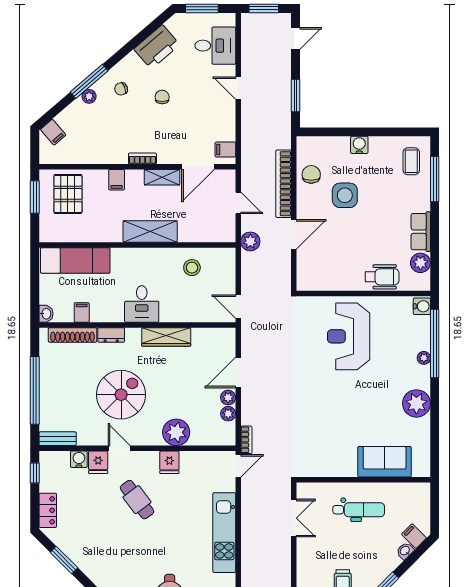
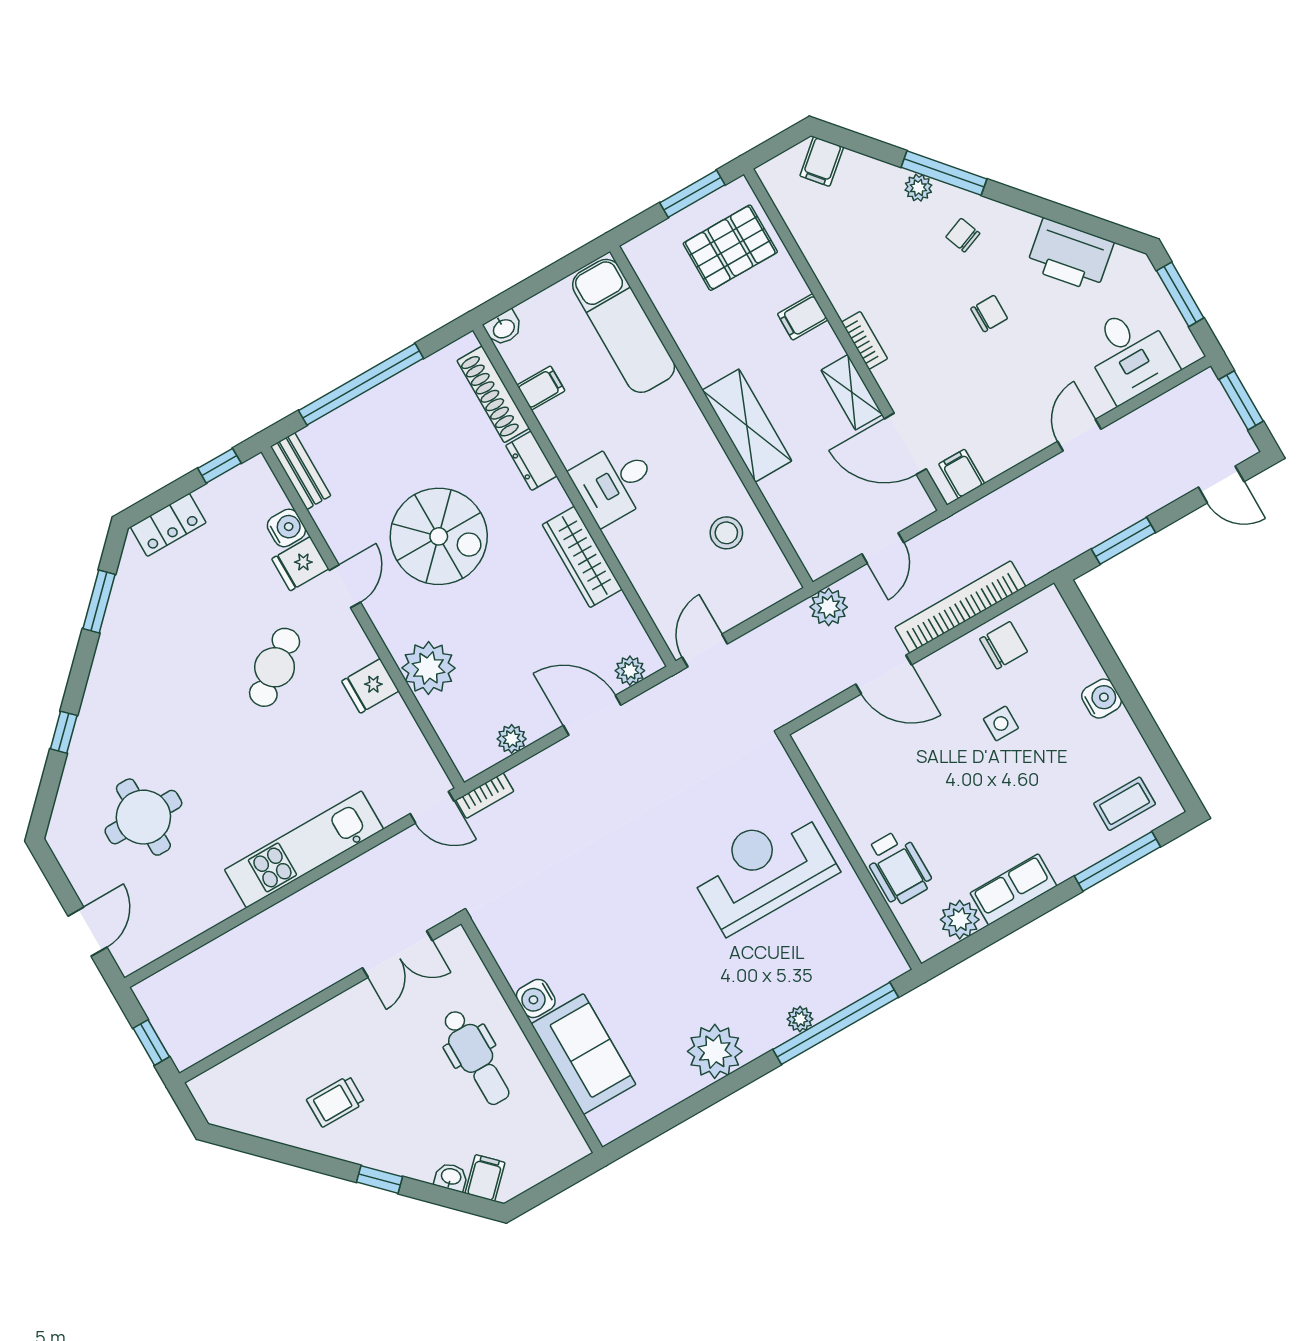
side table: (345, 195) -> (1001, 723), width x0.54, depth x0.54
water cooler: (422, 306) -> (536, 998), moved, turned 90
plant: (228, 398) -> (630, 671), moved

